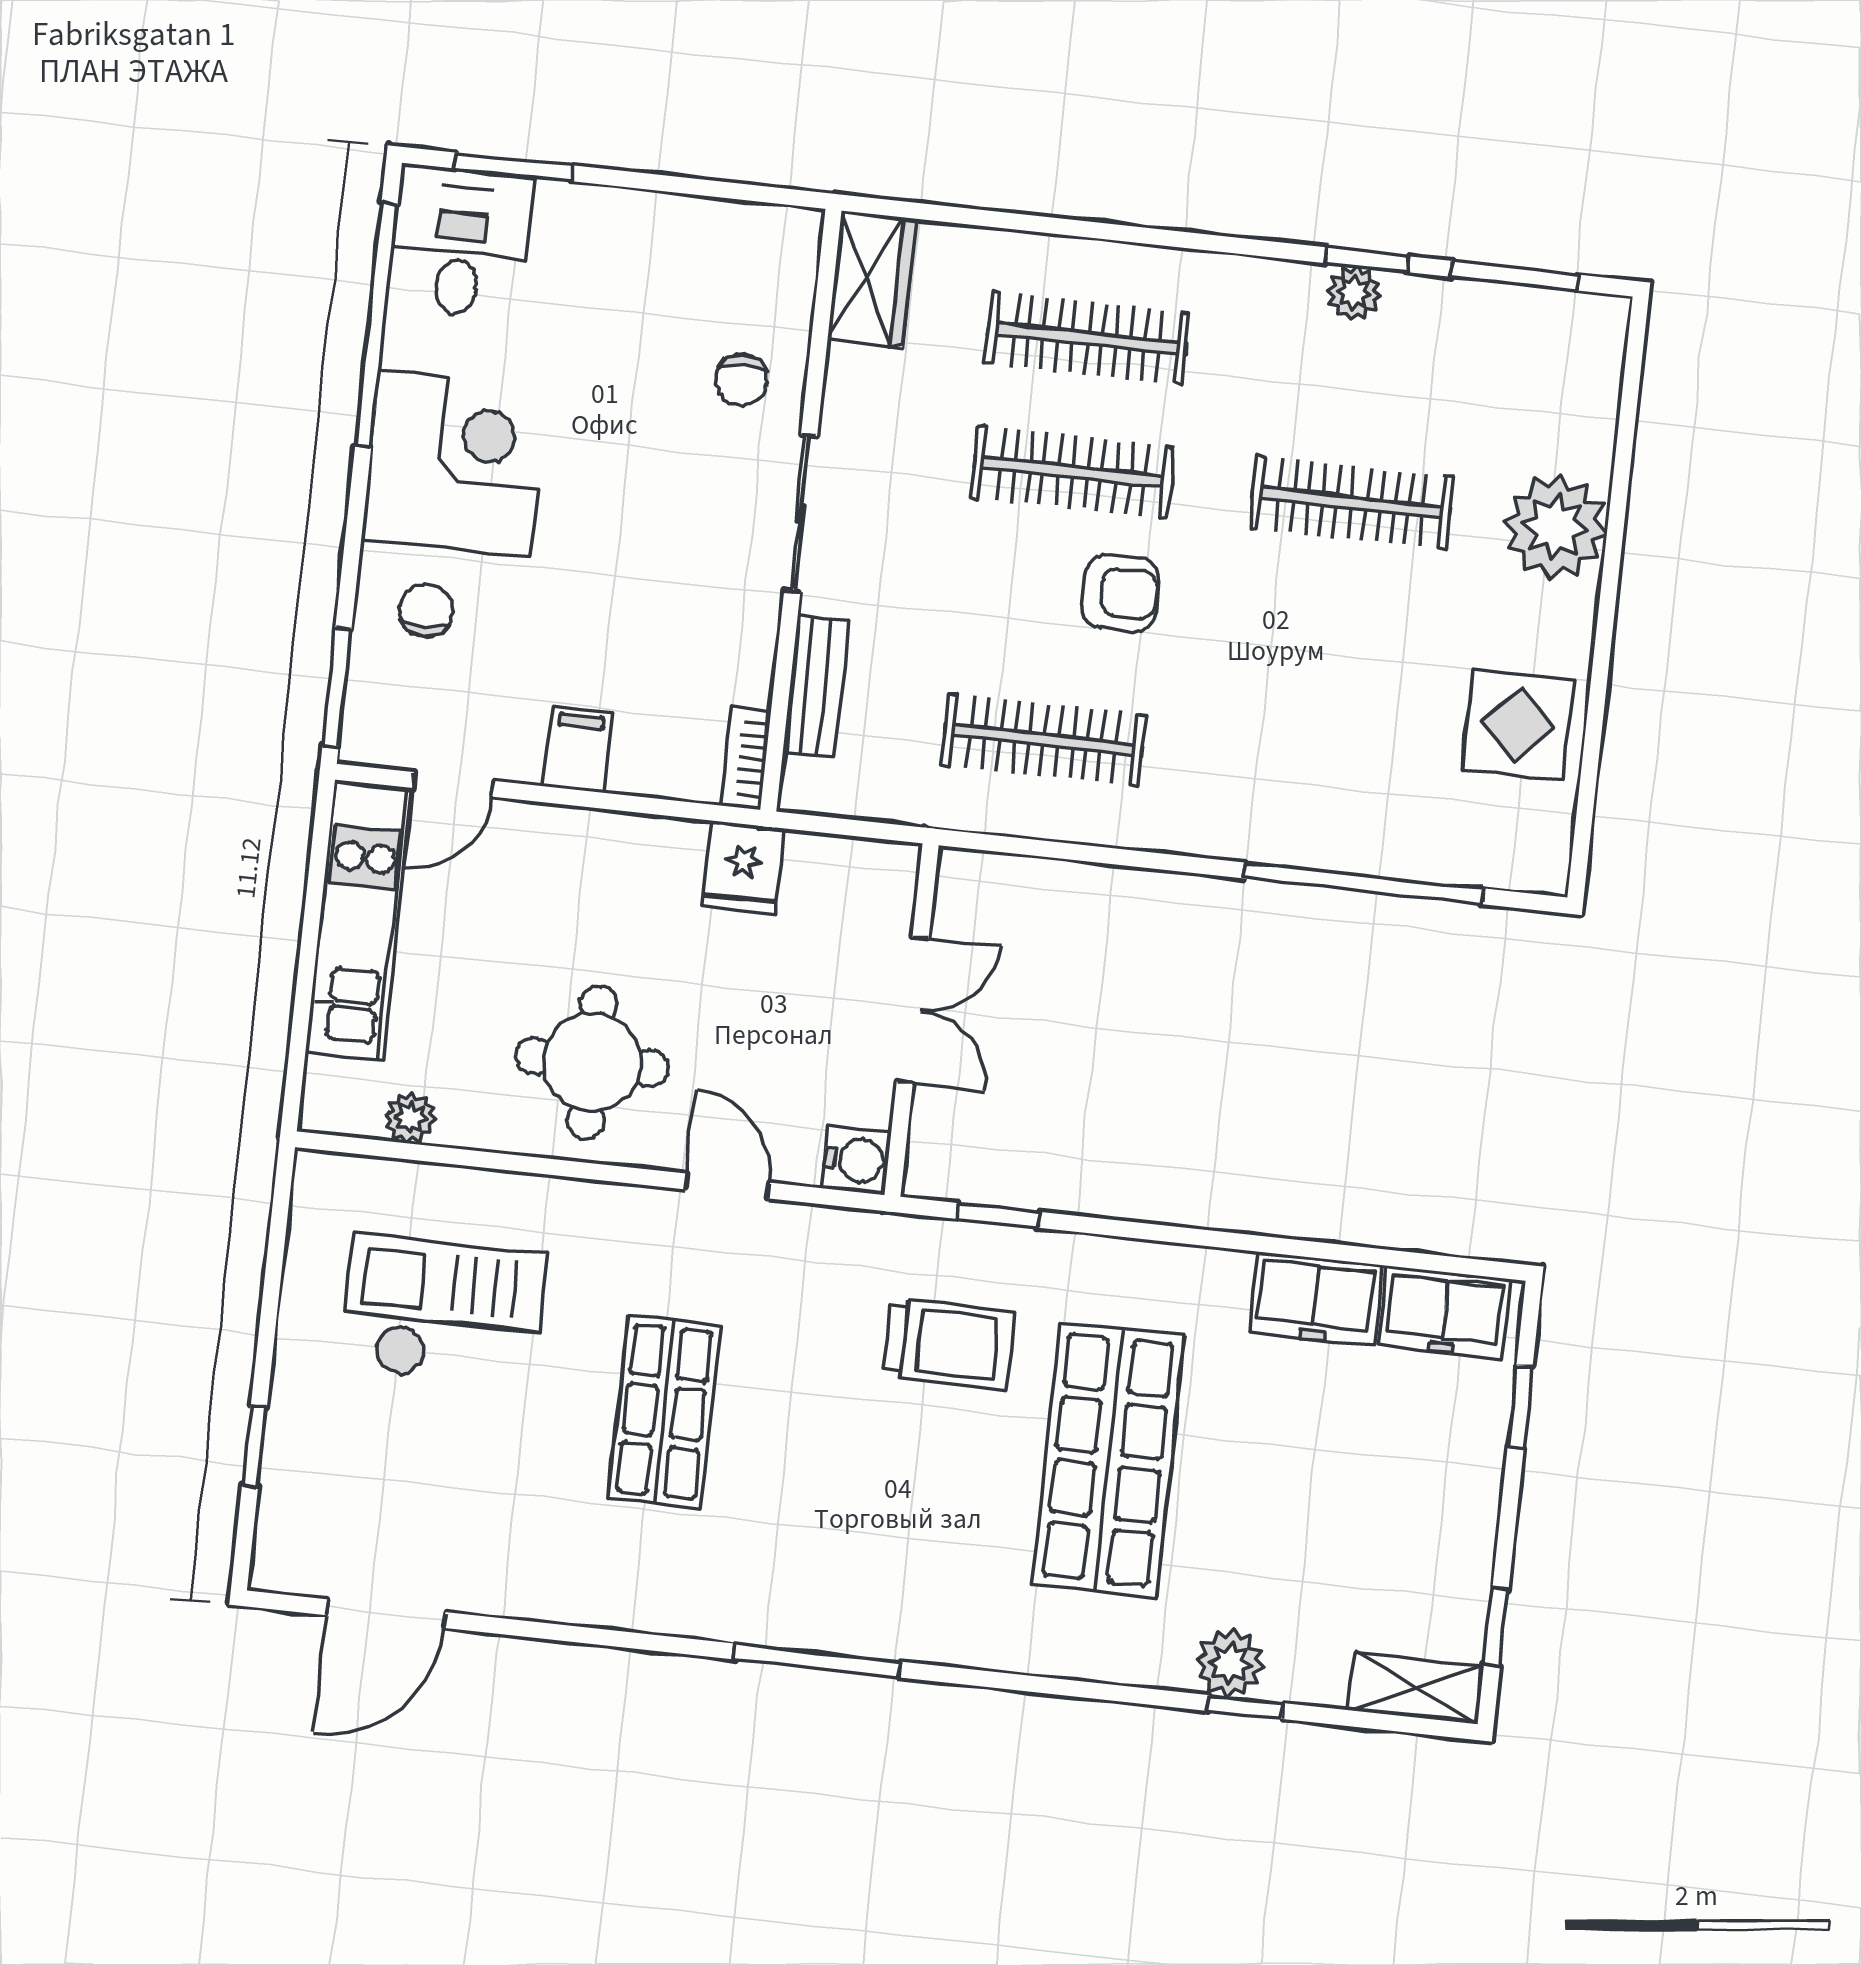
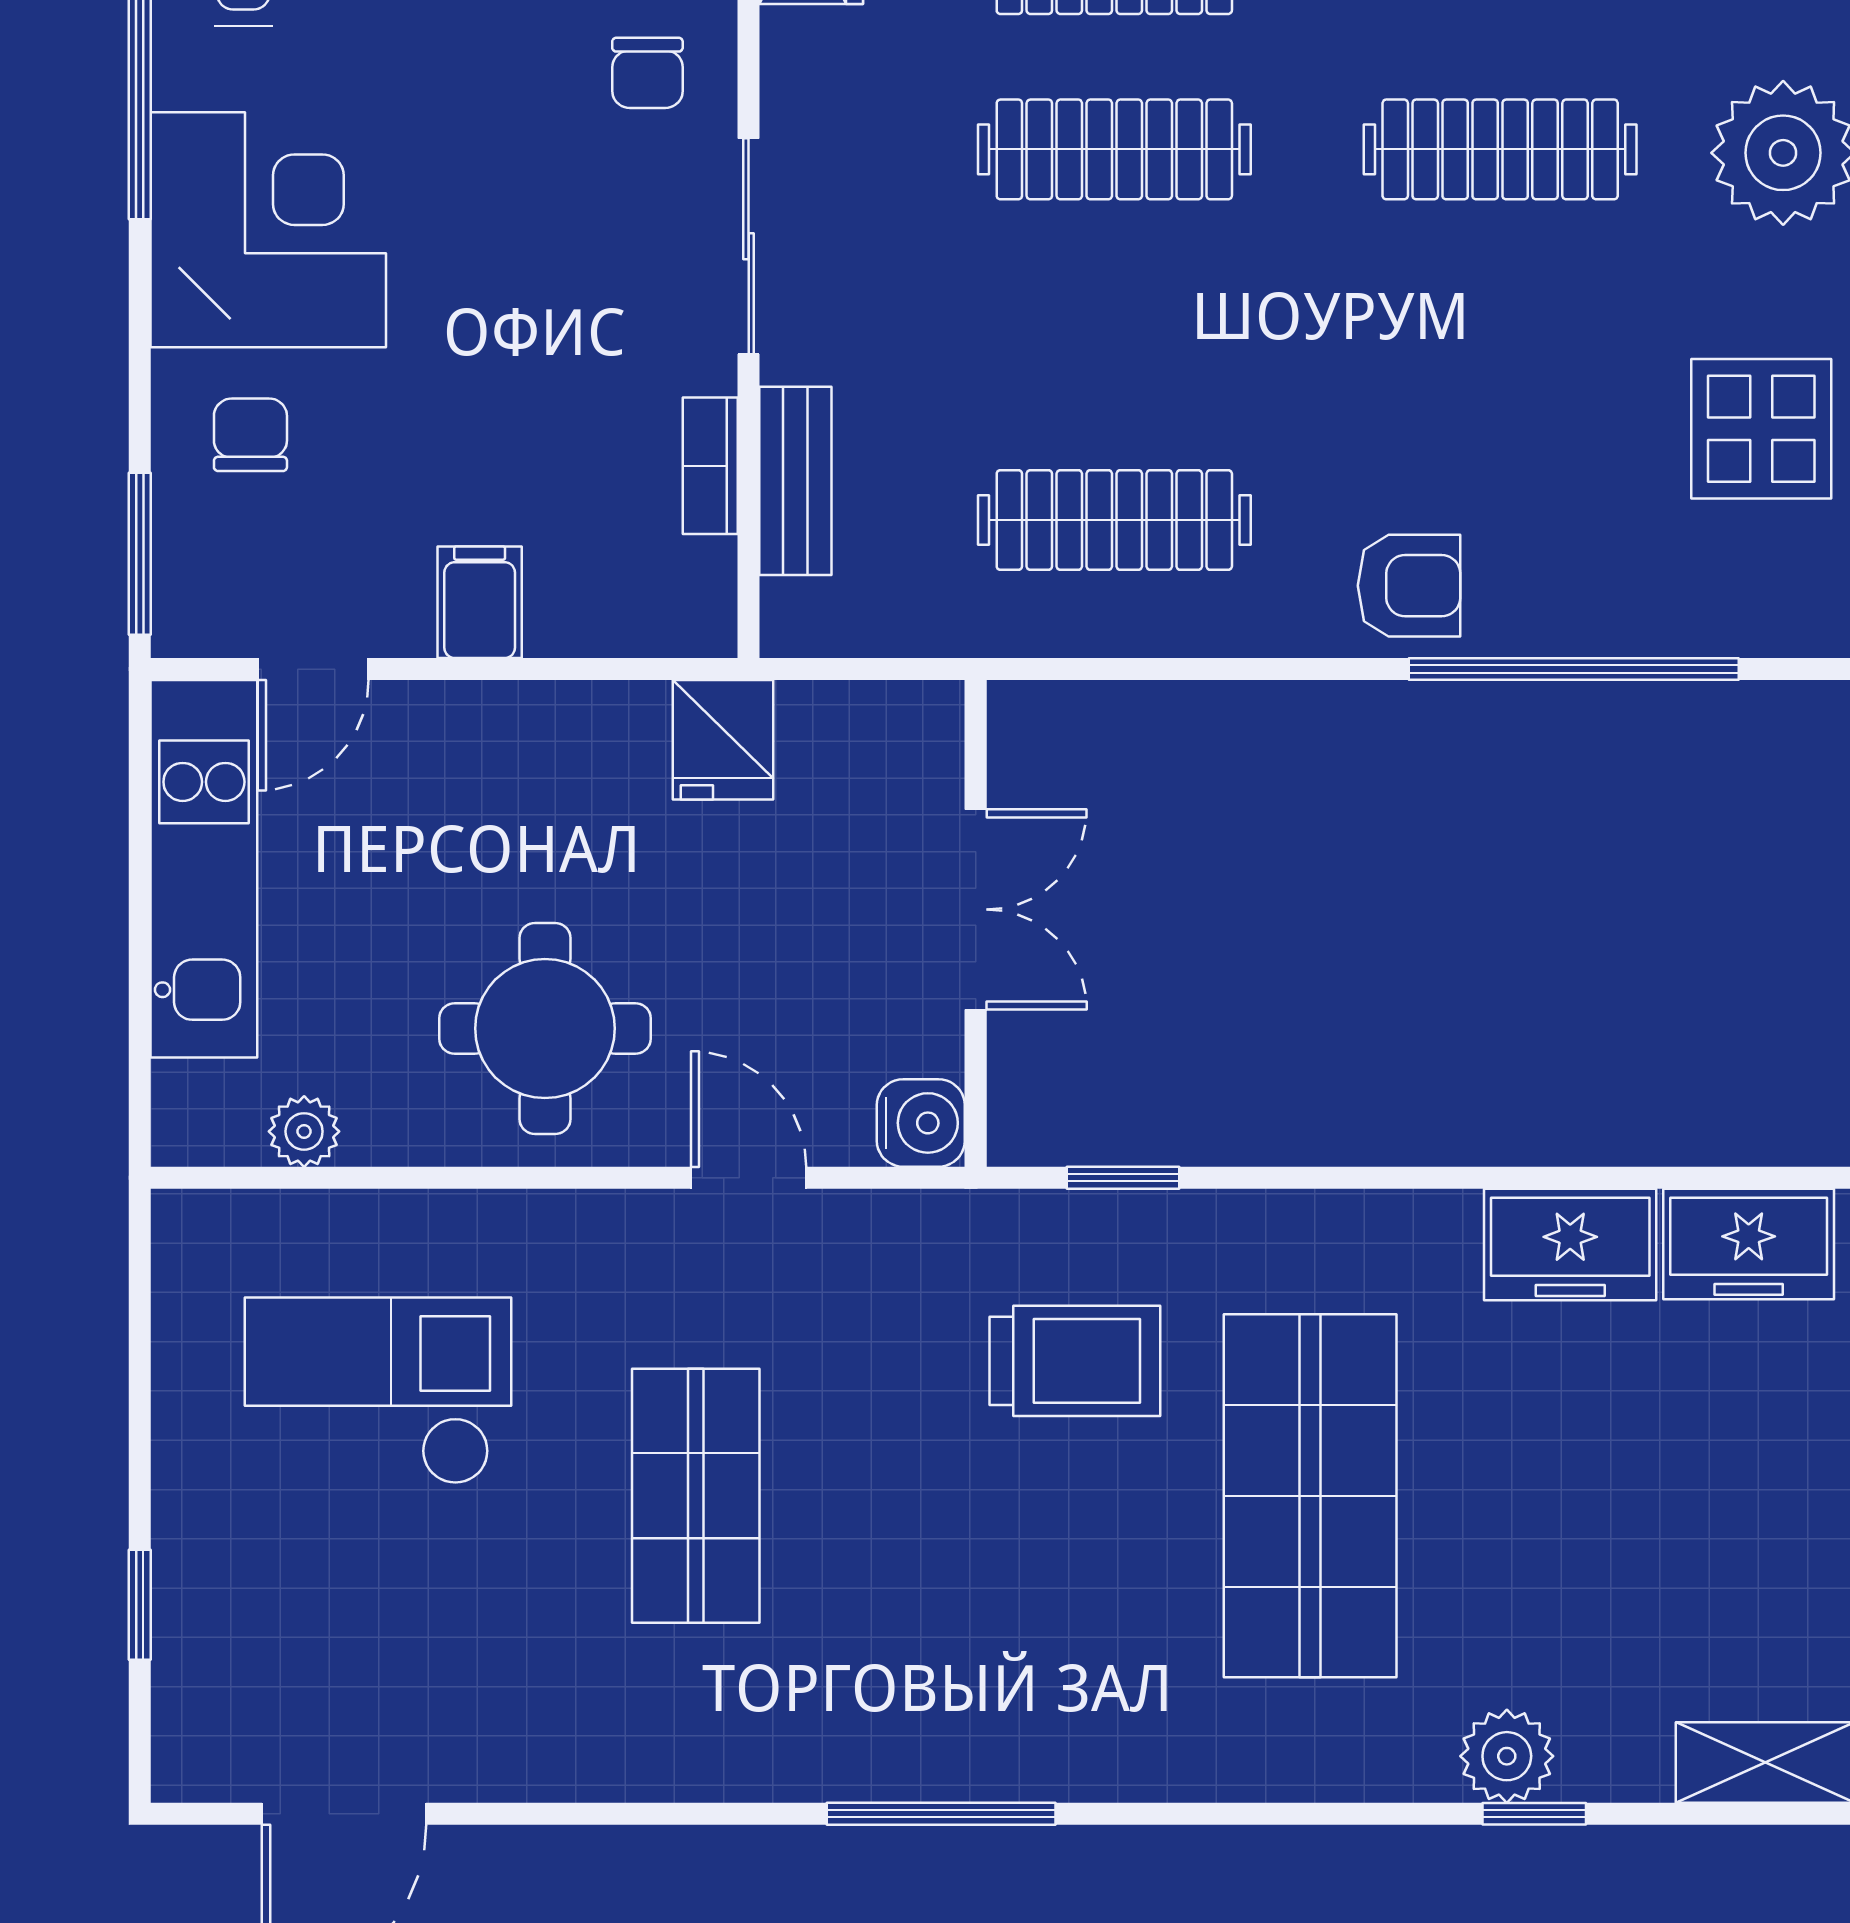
armchair: (1120, 593) -> (1409, 586), moved
bookcase: (746, 758) -> (710, 466), moved

